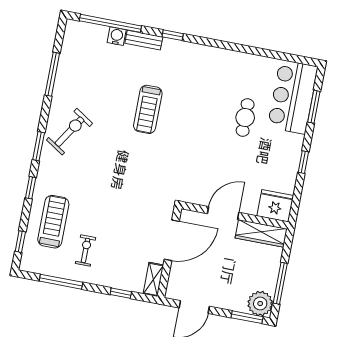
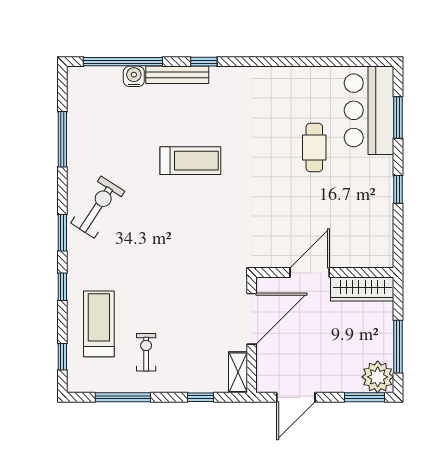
bench: (144, 40) -> (177, 75), width x1.36
treadmill: (148, 109) -> (190, 161), turned -90
fridge: (275, 206) -> (373, 251), removed

